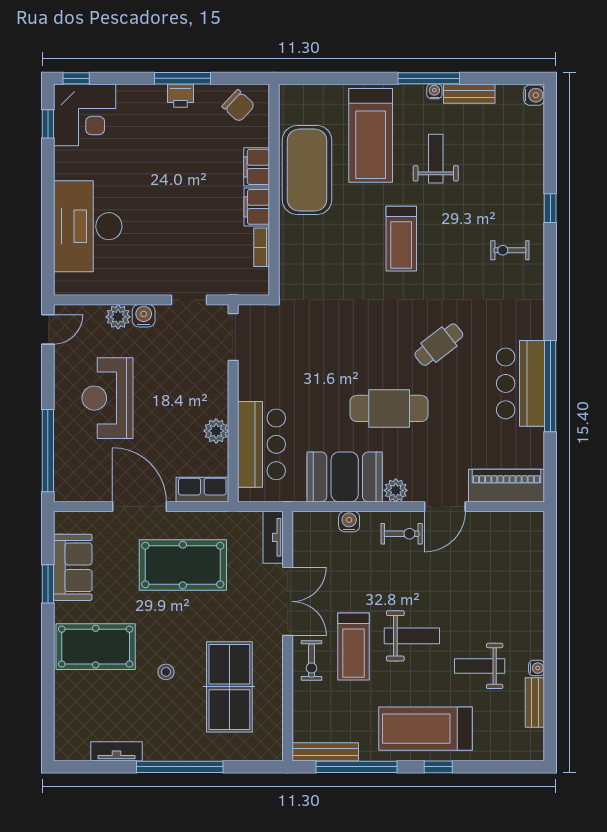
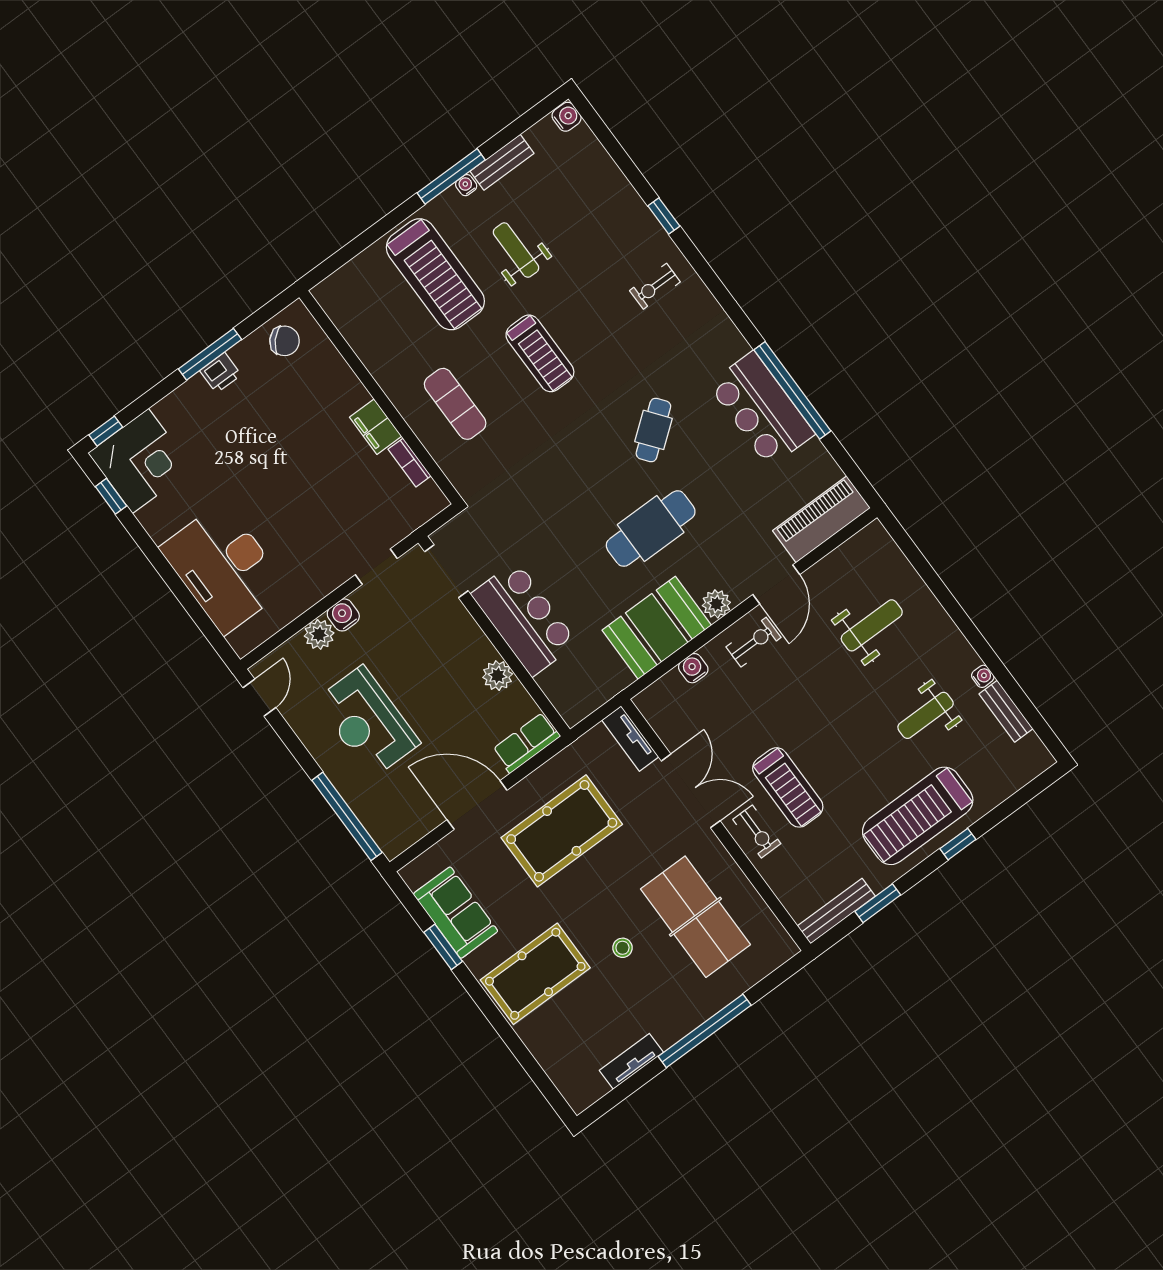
filing cabinet: (257, 167) -> (346, 388), removed
exercise mat: (307, 170) -> (455, 404), moved, width x0.50, depth x0.69
bar counter: (261, 444) -> (524, 619), moved
weight bench: (412, 636) -> (872, 625), moved
window: (357, 767) -> (878, 903), width x0.47

